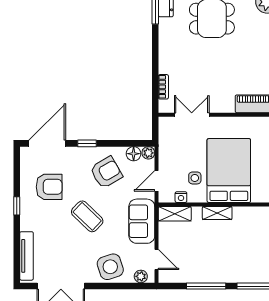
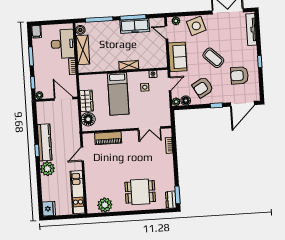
bed: (229, 171) -> (118, 94), width x0.67
shelving: (175, 214) -> (156, 63), removed
freezer: (204, 273) -> (135, 26), added

